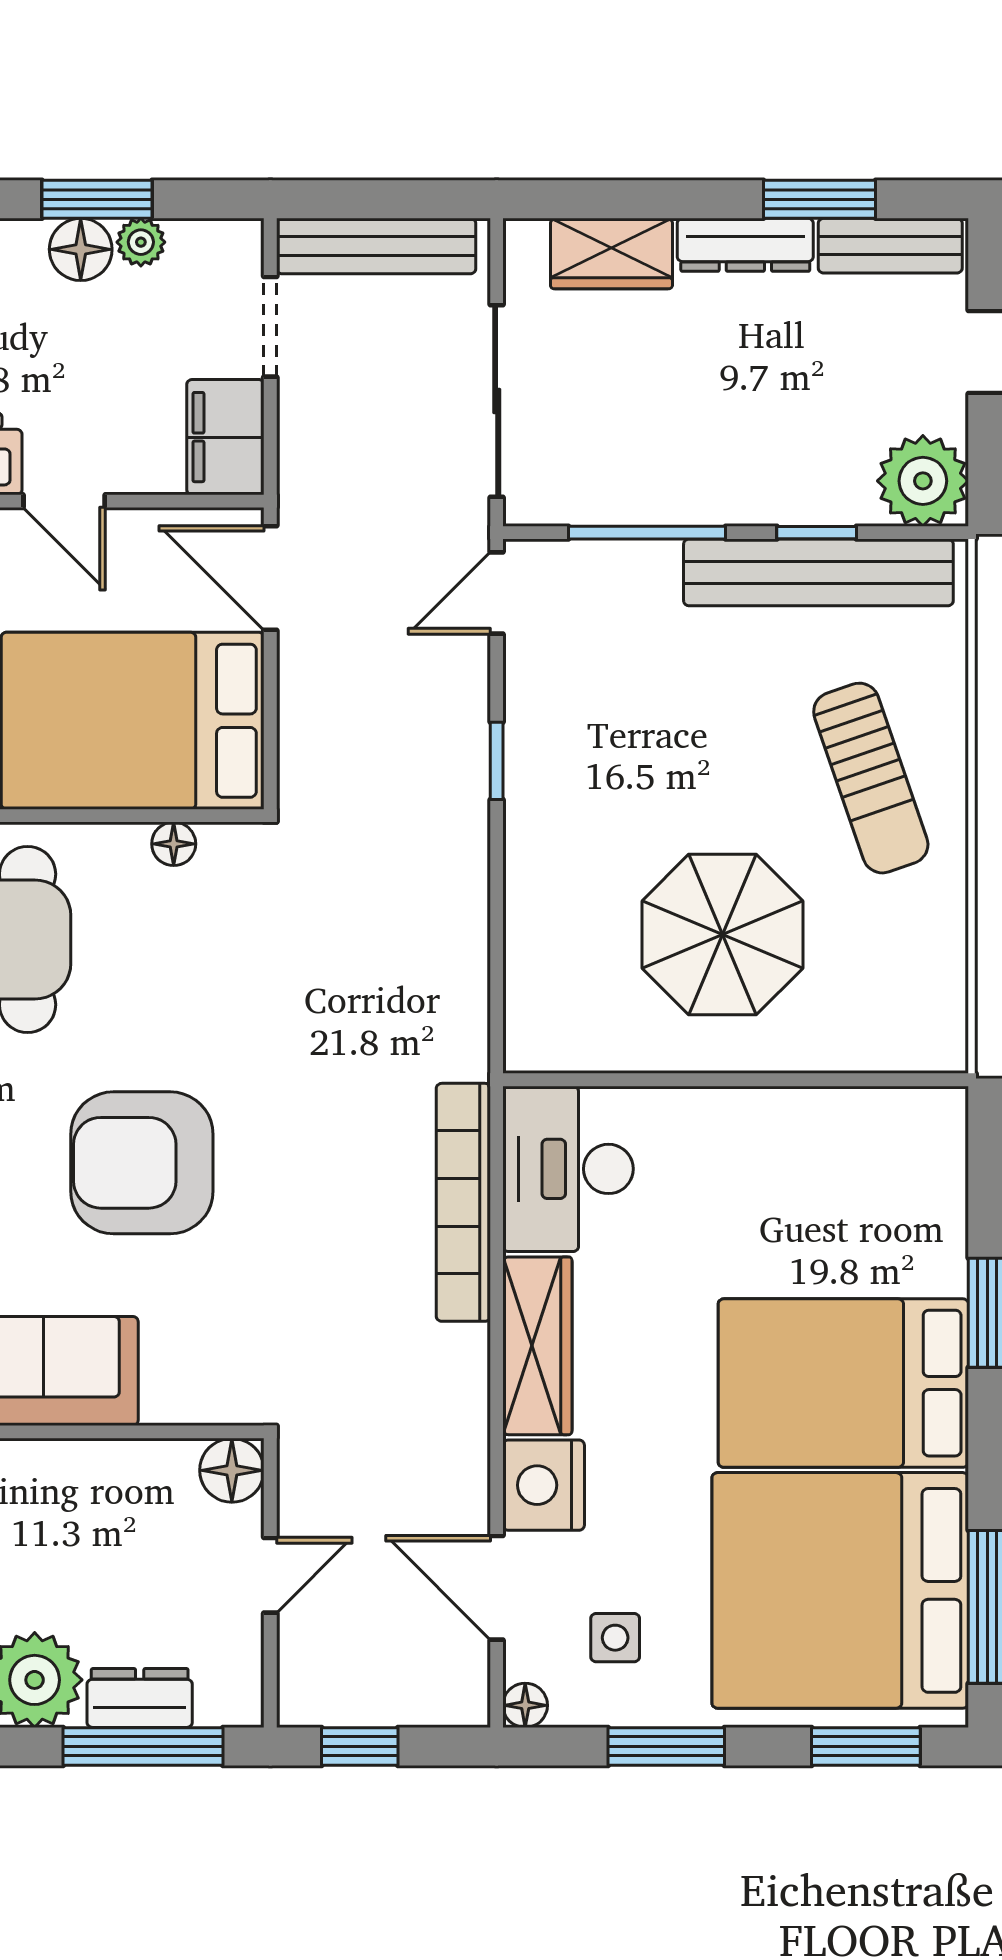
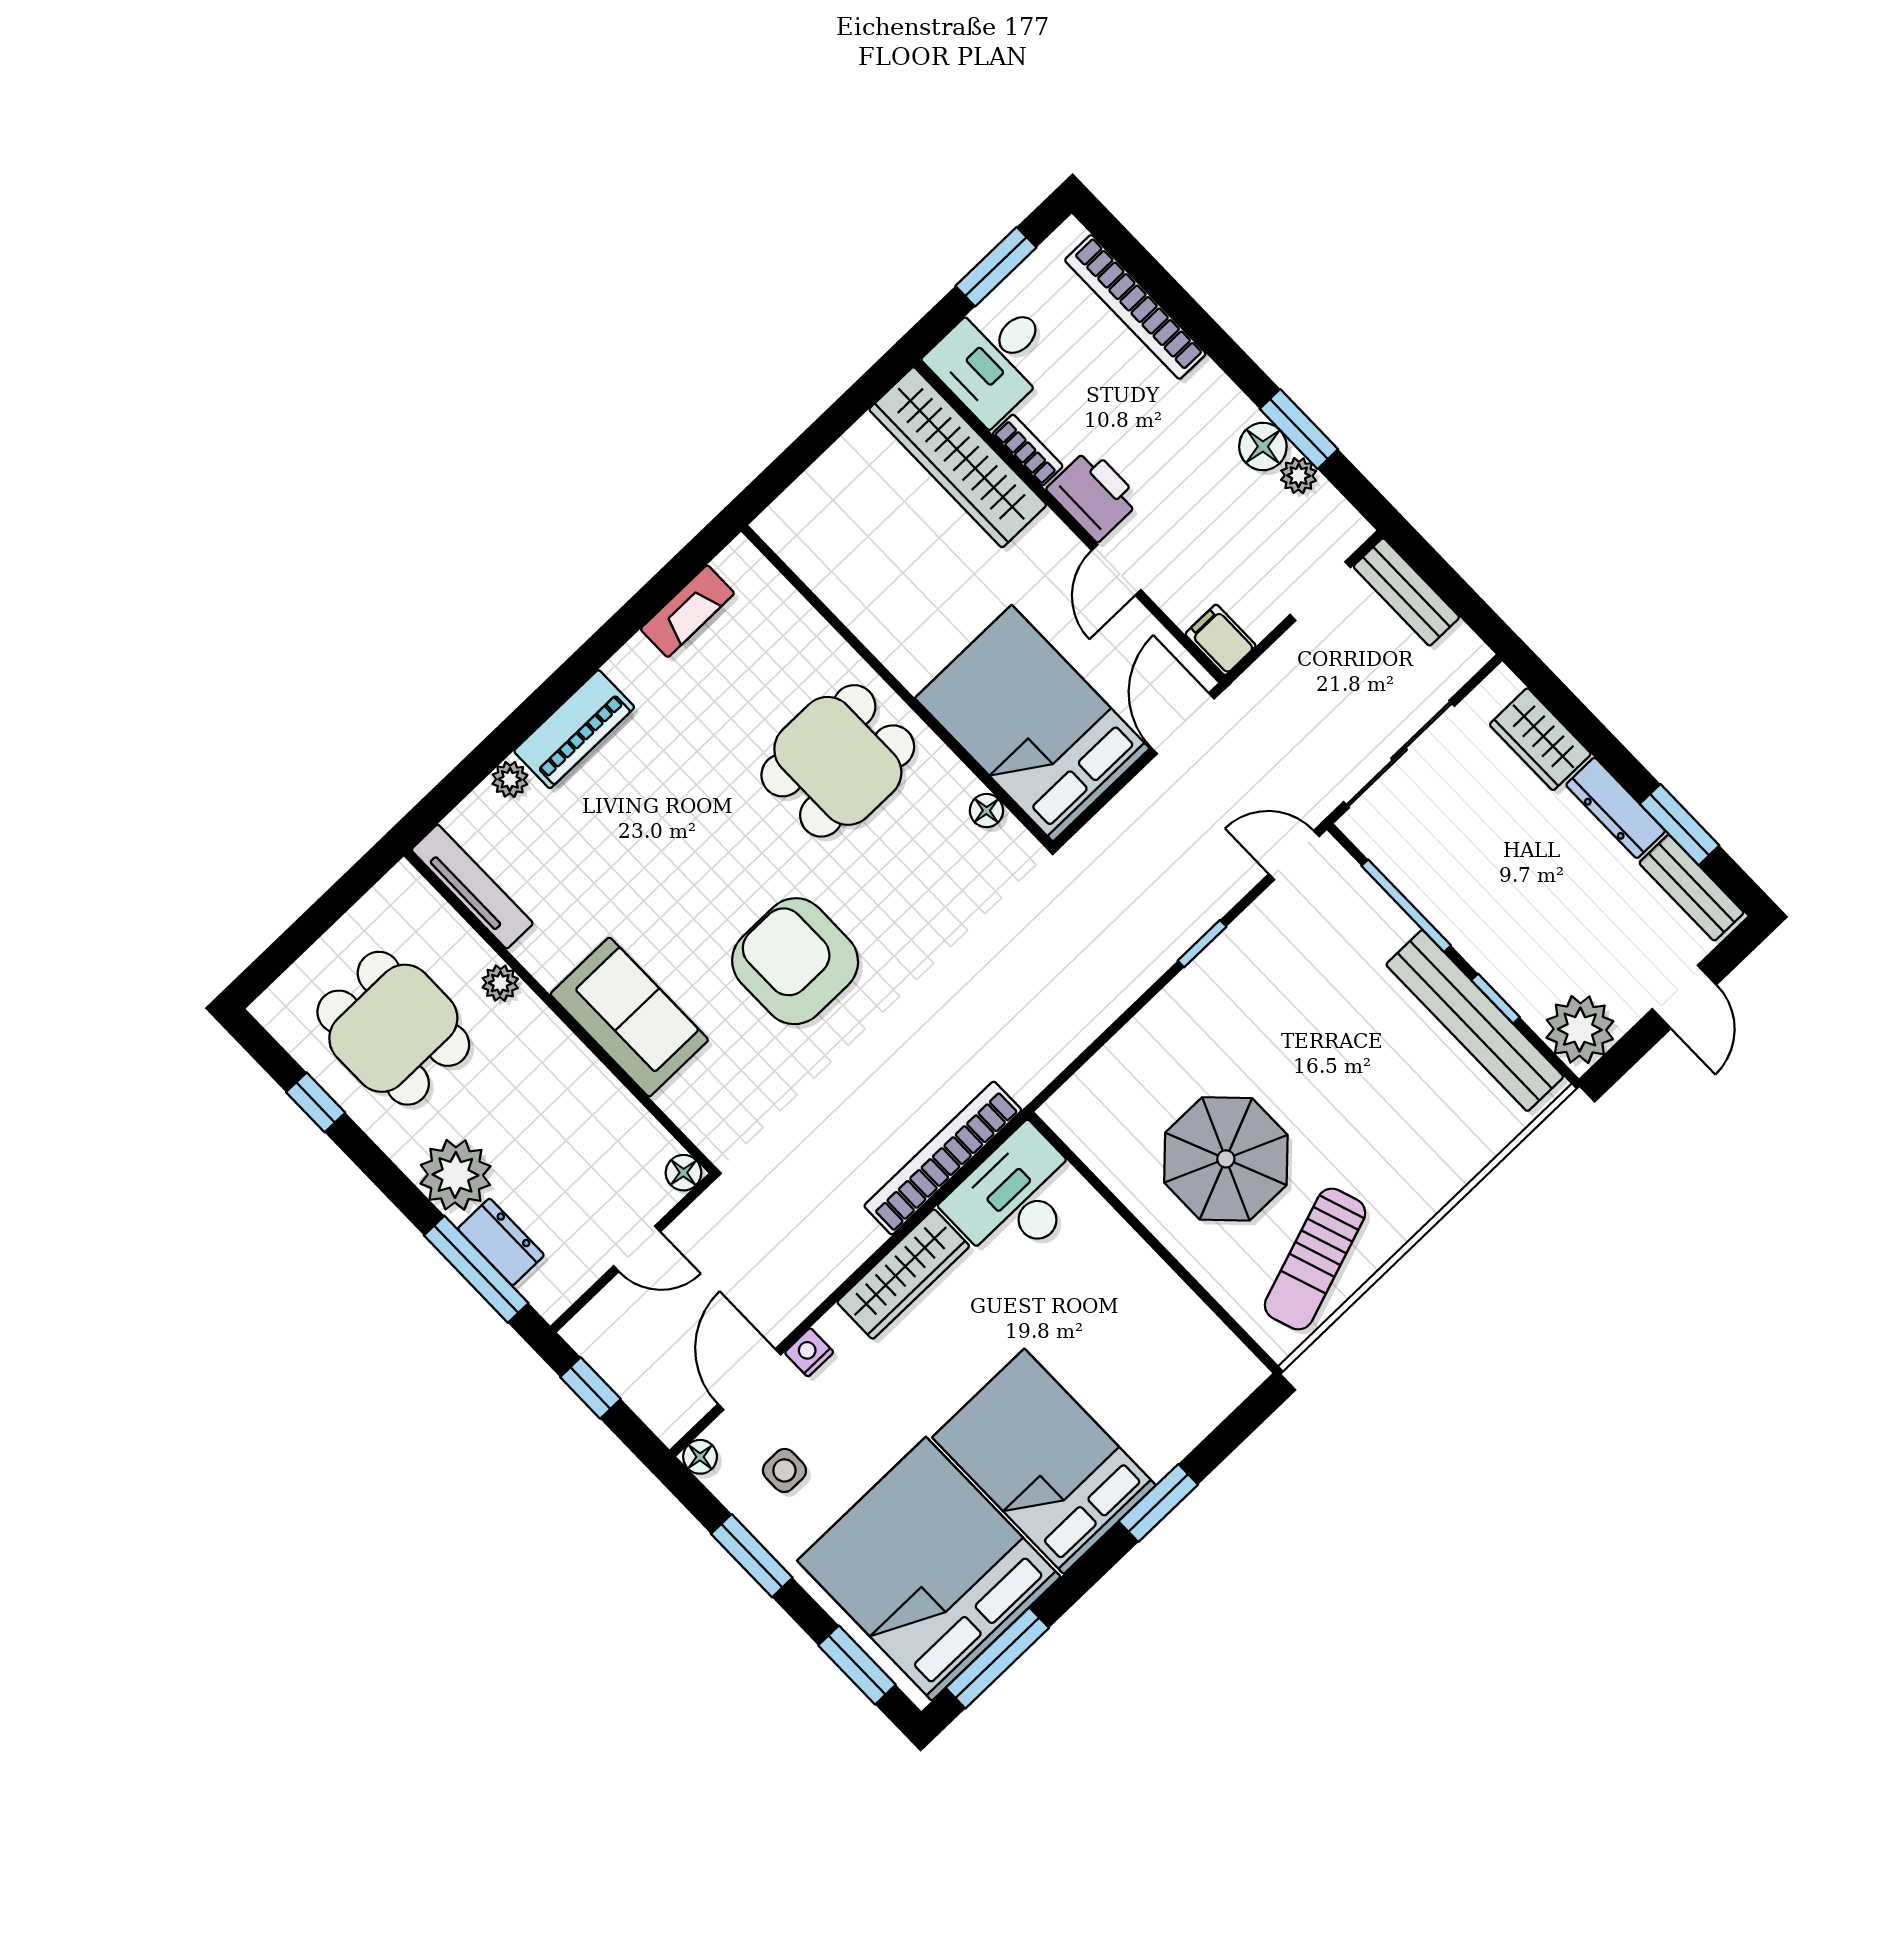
bench: (376, 246) -> (1406, 592), width x0.73
filing cabinet: (225, 437) -> (1221, 640), width x0.50
sun lounger: (871, 778) -> (1315, 1259), moved
floor lamp: (232, 1470) -> (683, 1173), width x0.73, depth x0.73
nightstand: (544, 1485) -> (809, 1352), width x0.53, depth x0.56

